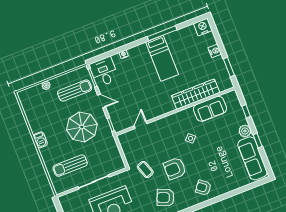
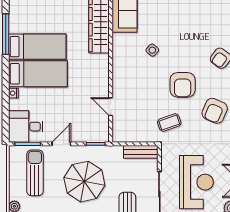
bed: (143, 66) -> (38, 74), added
bench: (117, 158) -> (141, 152), added

